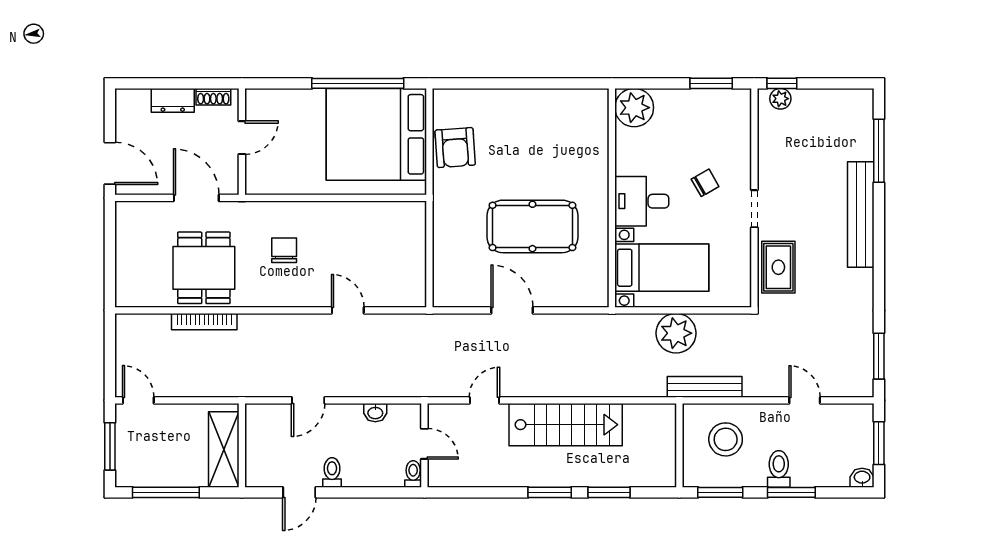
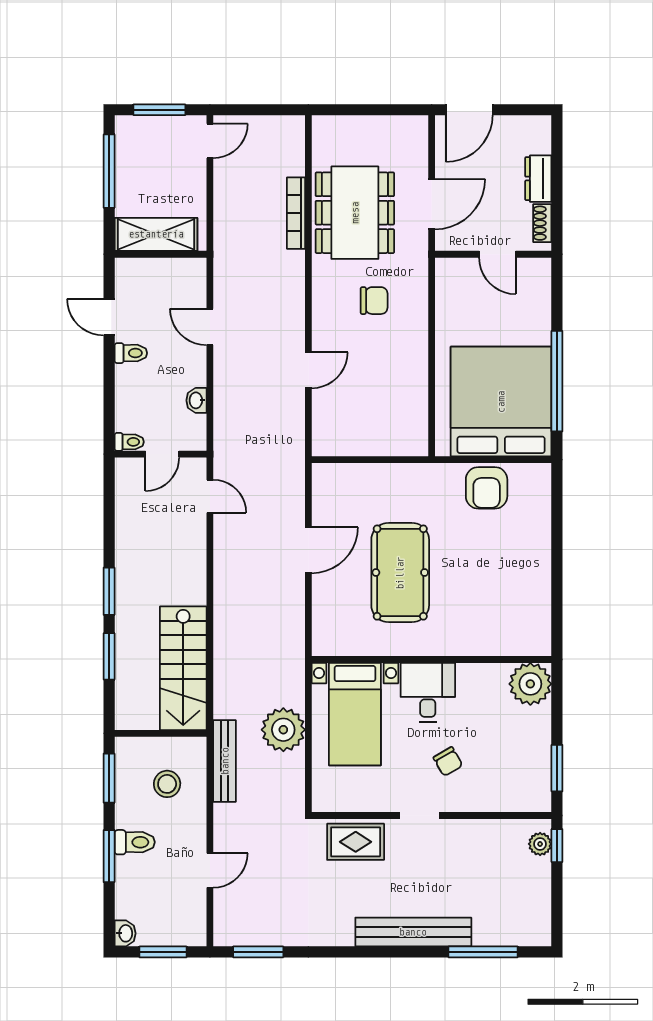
armchair: (455, 148) -> (487, 488), turned -86
dining table: (204, 268) -> (355, 213), width x1.38
door: (484, 400) -> (210, 496), moved
stairs: (566, 425) -> (183, 668), moved
stool: (726, 439) -> (167, 784), width x0.73, depth x0.73

